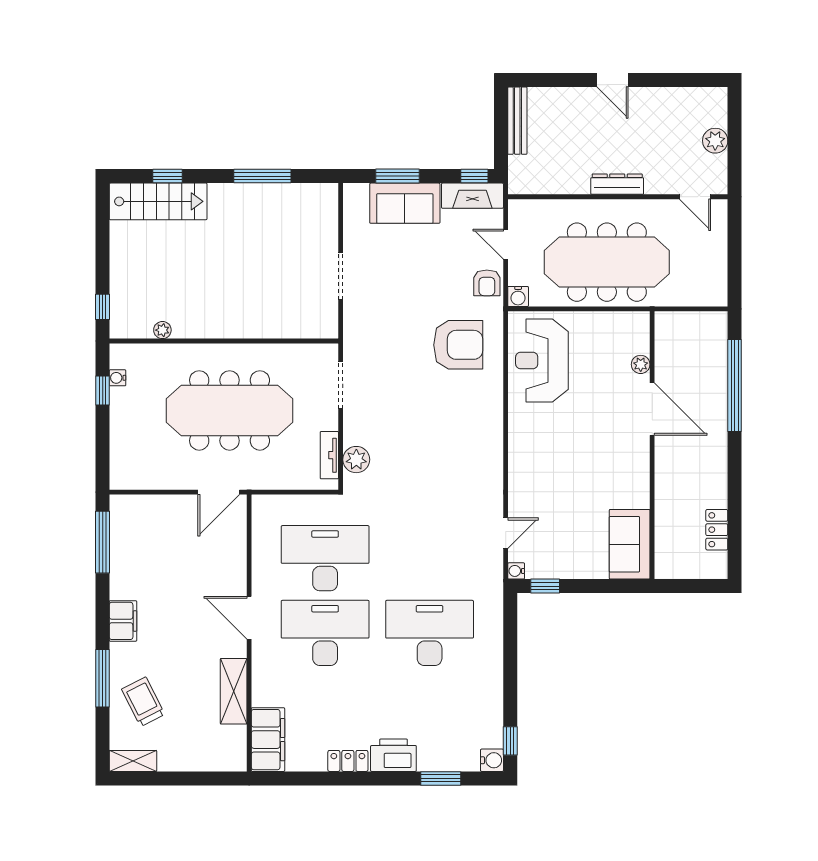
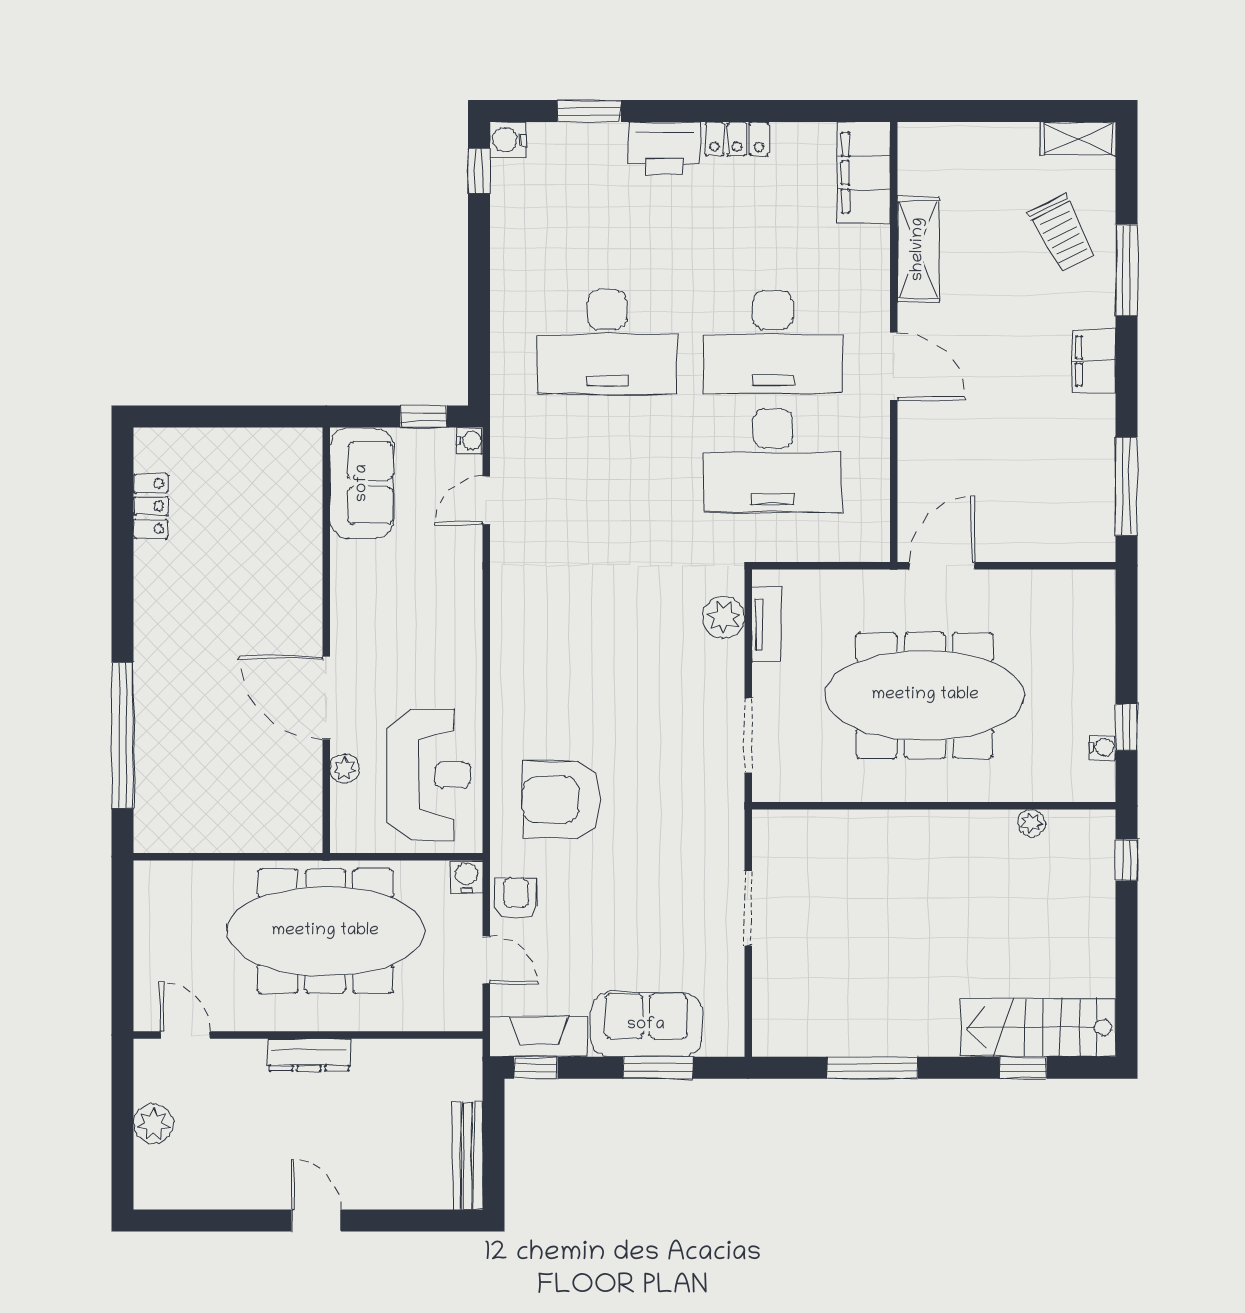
plant: (641, 364) -> (345, 769), moved
door: (652, 409) -> (326, 698), moved
wall: (652, 445) -> (326, 640), moved
sofa: (630, 544) -> (362, 483), moved

